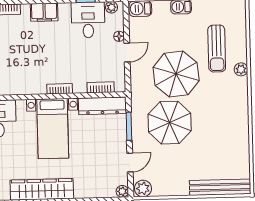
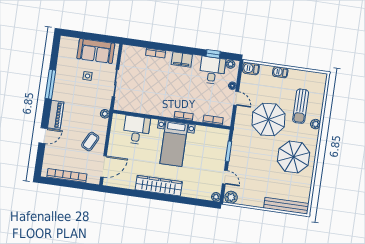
door: (127, 53) -> (236, 98), hinge flipped
dresser: (102, 106) -> (212, 133), removed
parasol: (170, 123) -> (294, 157), moved
door: (130, 162) -> (225, 177), hinge flipped

